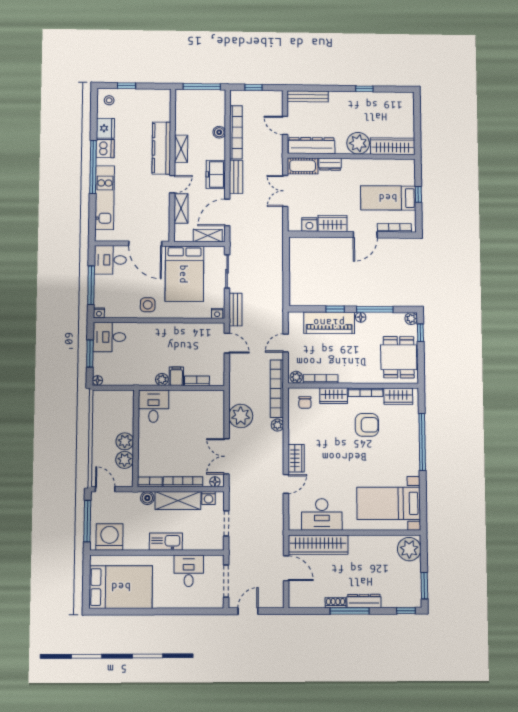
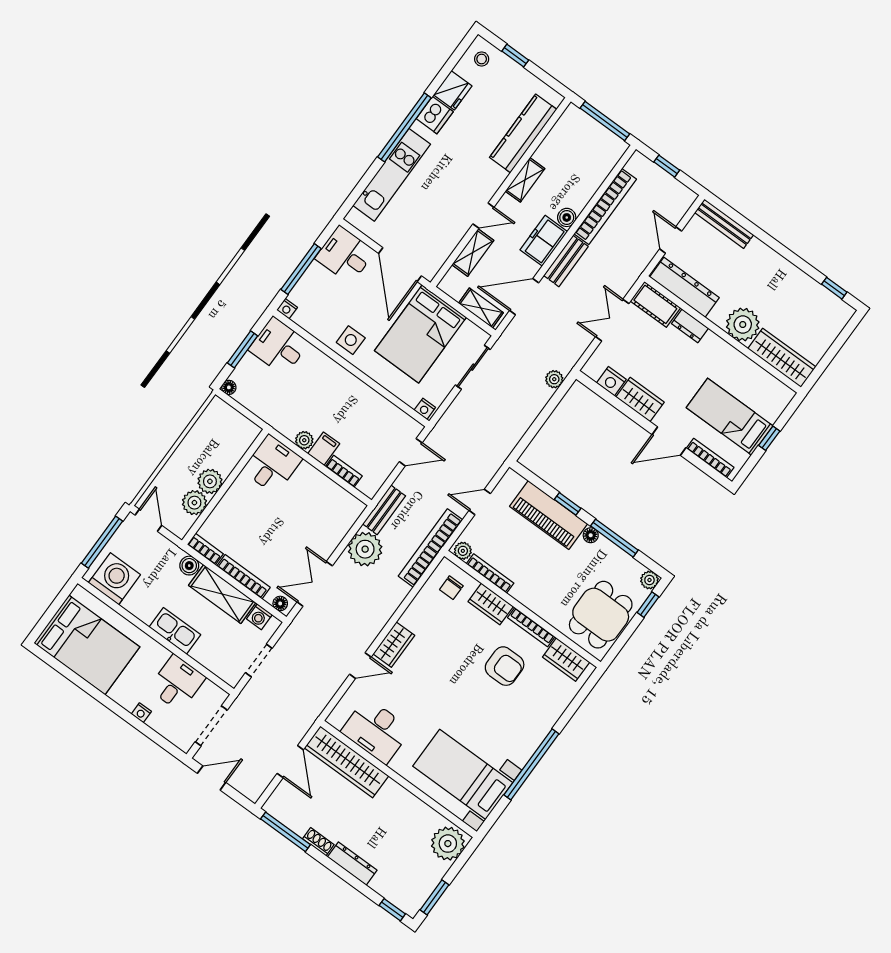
window: (364, 89) -> (834, 288), moved
boiler: (219, 132) -> (567, 217), moved
kitchen counter: (161, 148) -> (523, 133), moved
bench: (236, 310) -> (384, 510), moved
door: (227, 343) -> (411, 452), hinge flipped
plant: (277, 425) -> (554, 379), moved
window: (422, 442) -> (531, 764), moved
nightstand: (180, 603) -> (141, 713), added
window: (350, 611) -> (285, 832), moved

